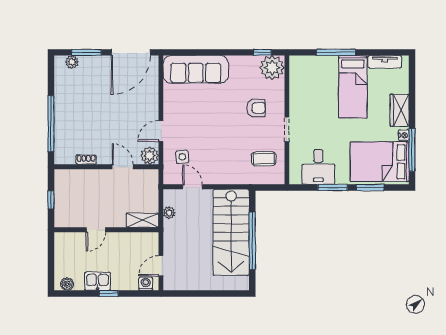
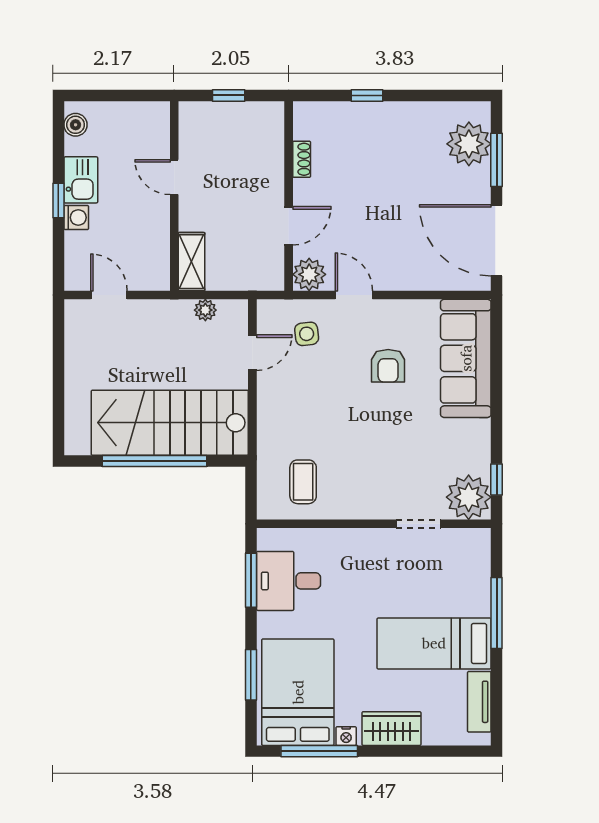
plant: (72, 62) -> (469, 144), width x1.87, depth x1.87
armchair: (256, 108) -> (388, 366), moved
window: (51, 124) -> (367, 95), width x0.32
doorway: (287, 129) -> (418, 524), moved
window: (333, 188) -> (251, 580), moved
washing machine: (146, 284) -> (76, 217), moved

